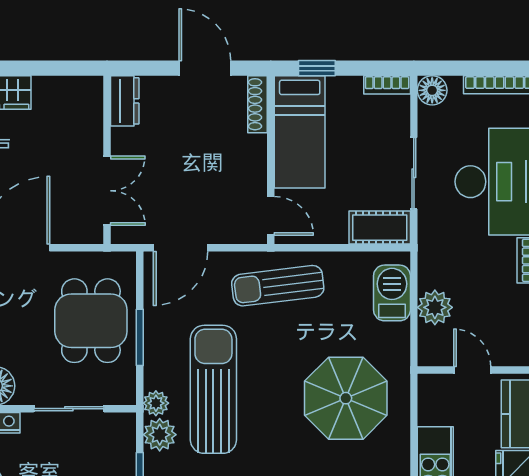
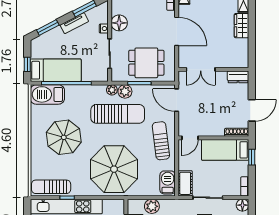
barbecue: (392, 293) -> (168, 182), moved, turned -90
parasol: (346, 398) -> (114, 169), width x1.36, depth x1.36
plant: (160, 435) -> (125, 91), moved

